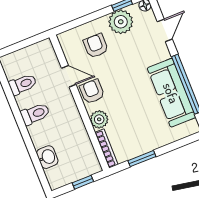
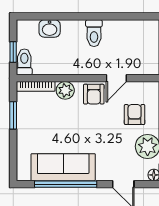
armchair: (96, 46) -> (135, 115), turned -90
toilet: (23, 84) -> (24, 62), moved, turned 180
armchair: (92, 91) -> (94, 94), turned 90

